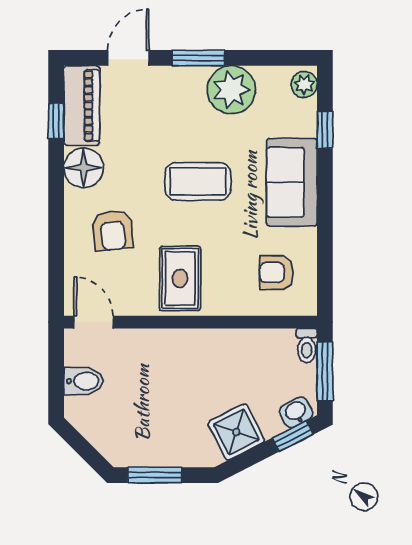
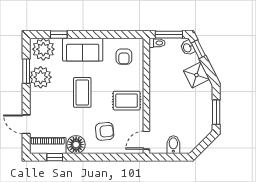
window: (198, 58) -> (26, 71), moved
plant: (304, 85) -> (43, 49), width x1.88, depth x1.88

